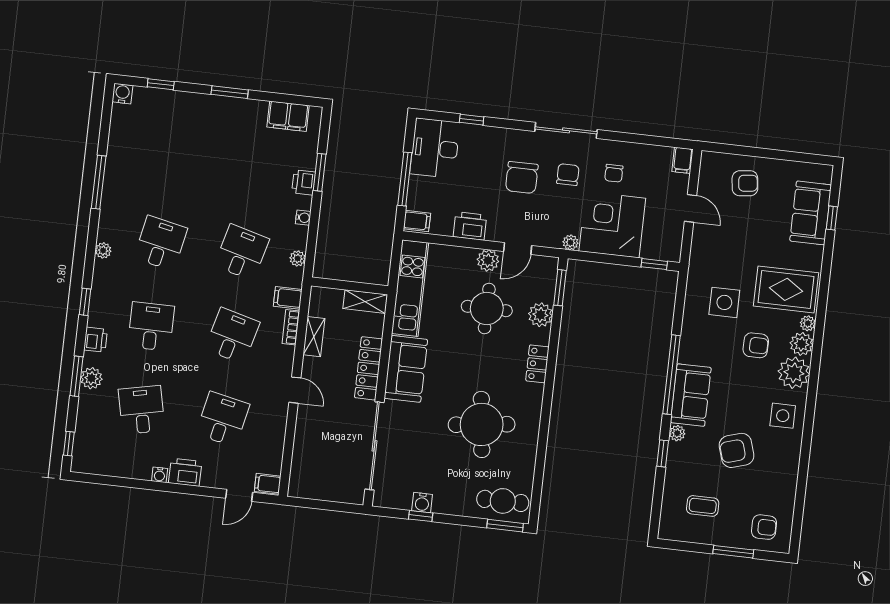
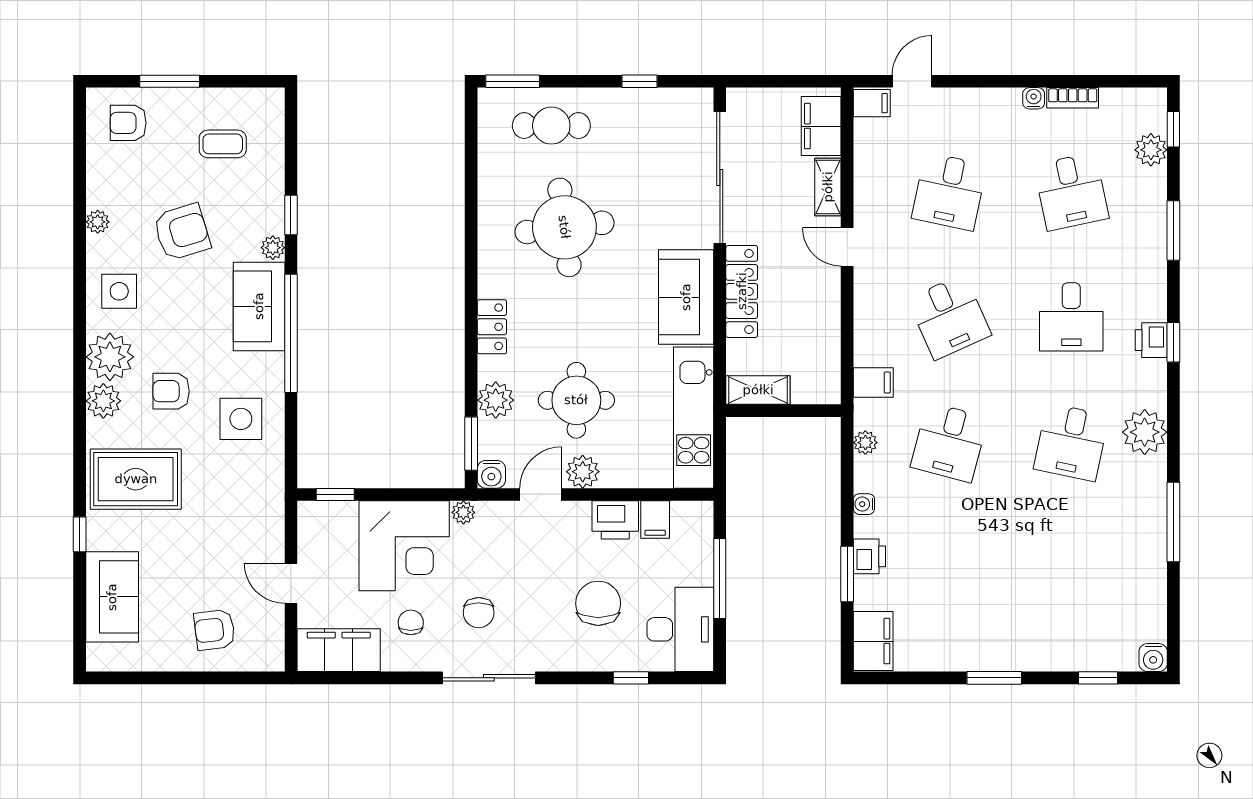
filing cabinet: (288, 116) -> (873, 641), moved, turned 90
filing cabinet: (683, 160) -> (339, 650), width x3.00, depth x1.17
chair: (522, 178) -> (598, 603), moved
window: (832, 218) -> (80, 534), moved
filing cabinet: (417, 221) -> (655, 520), moved, turned -90
plant: (103, 250) -> (1145, 432), width x1.88, depth x1.88
side table: (724, 302) -> (241, 419), moved
plant: (808, 323) -> (98, 222), moved
bookcase: (291, 327) -> (1073, 98), moved, turned 90
desk: (232, 336) -> (949, 317), turned -39
shelving: (314, 337) -> (828, 187), moved
printer: (96, 340) -> (1151, 340), moved
plant: (91, 378) -> (1151, 150), moved
printer: (185, 472) -> (996, 106), removed
filing cabinet: (303, 472) -> (821, 126), added
cafe table: (503, 501) -> (551, 126), moved
water cooler: (422, 503) -> (491, 474), moved, turned 180

